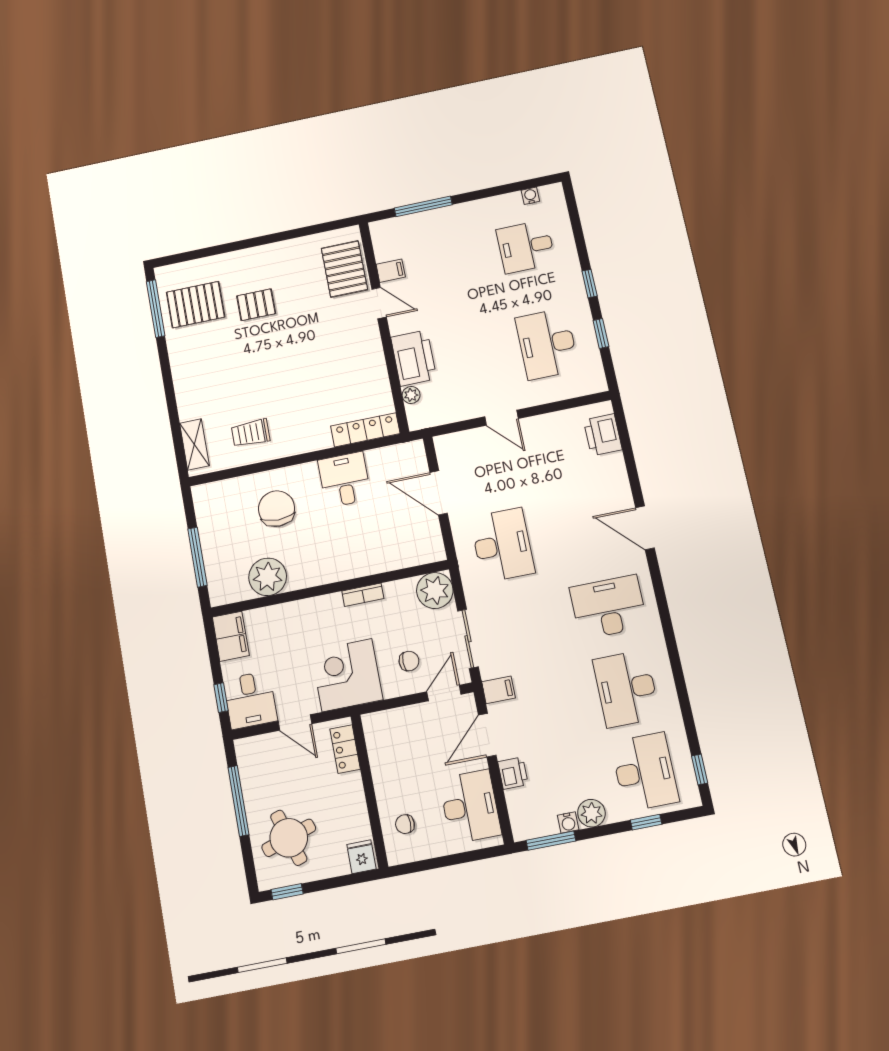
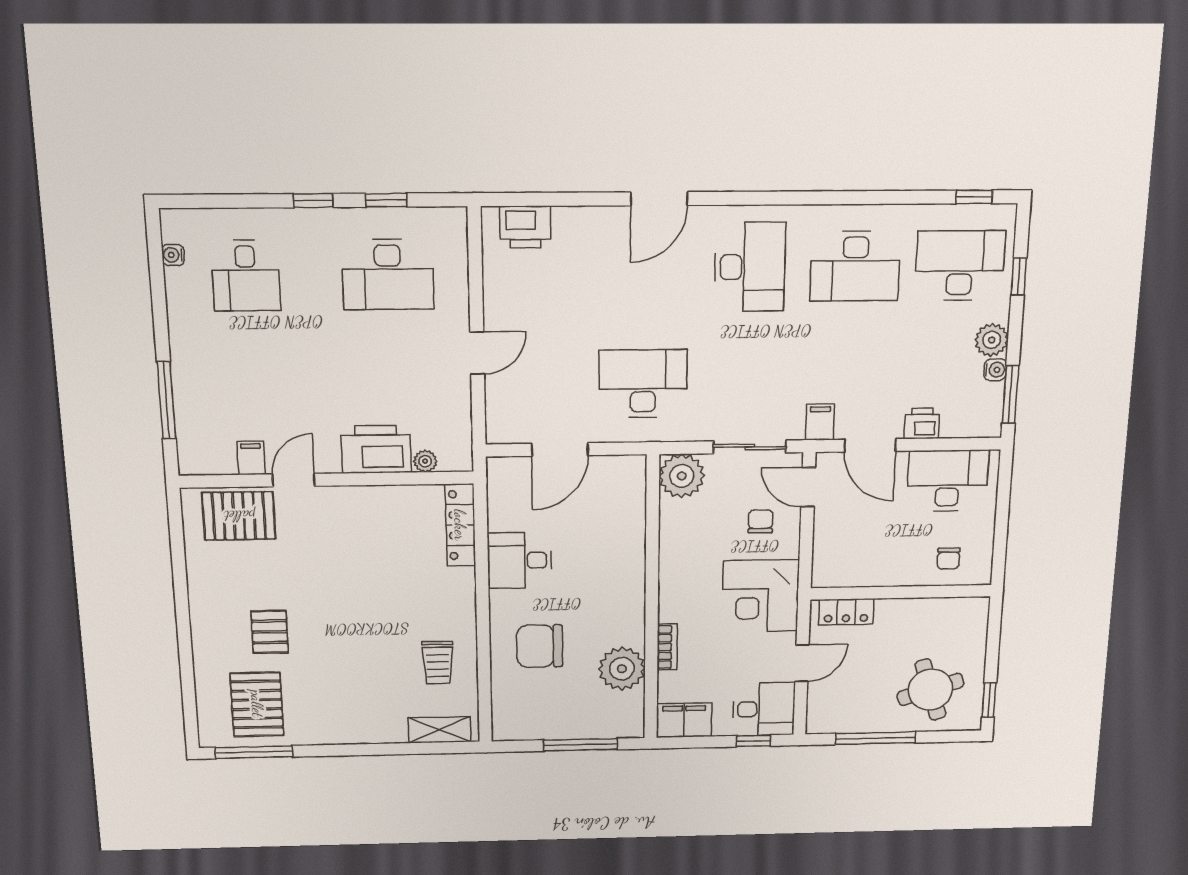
bookcase: (363, 595) -> (667, 647), moved
desk: (608, 607) -> (750, 267), turned 180
fridge: (361, 857) -> (972, 613), removed

